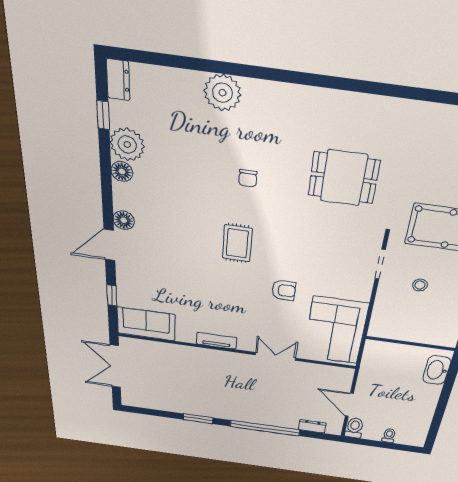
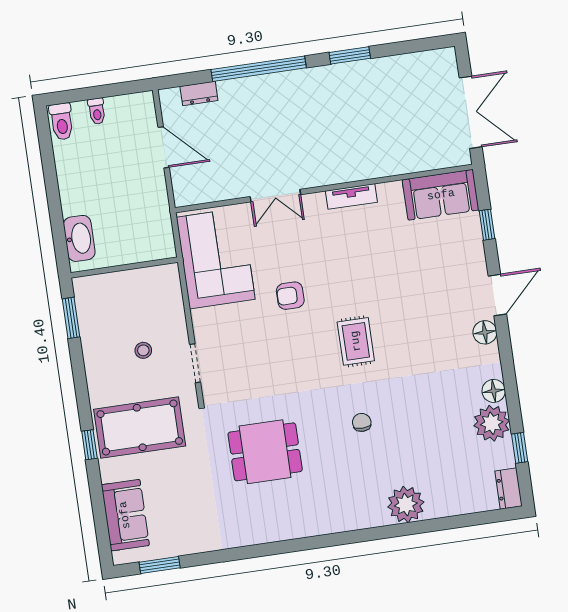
toilet: (354, 428) -> (62, 122), moved

